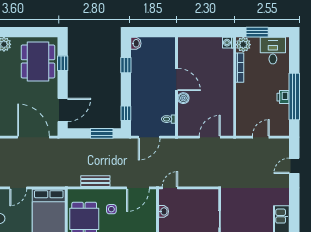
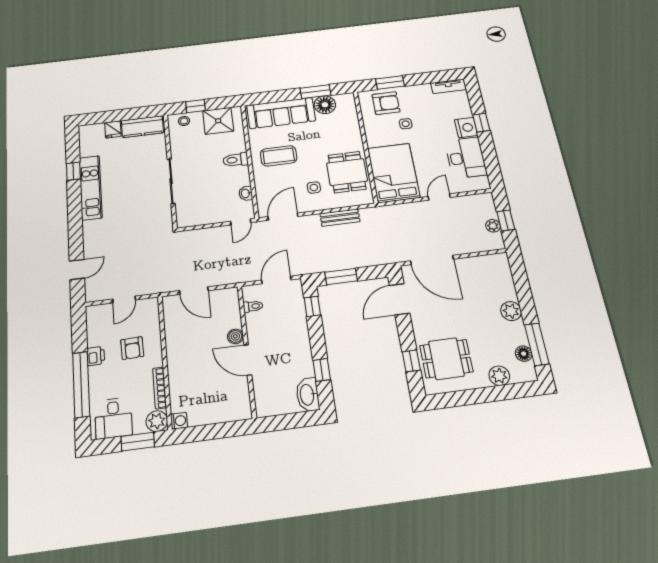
washbasin: (136, 43) -> (308, 395), width x1.91, depth x1.45
dining table: (38, 61) -> (446, 359), width x0.73
window: (294, 96) -> (81, 384), moved
armchair: (257, 99) -> (132, 348), added
door: (210, 137) -> (194, 291), hinge flipped

